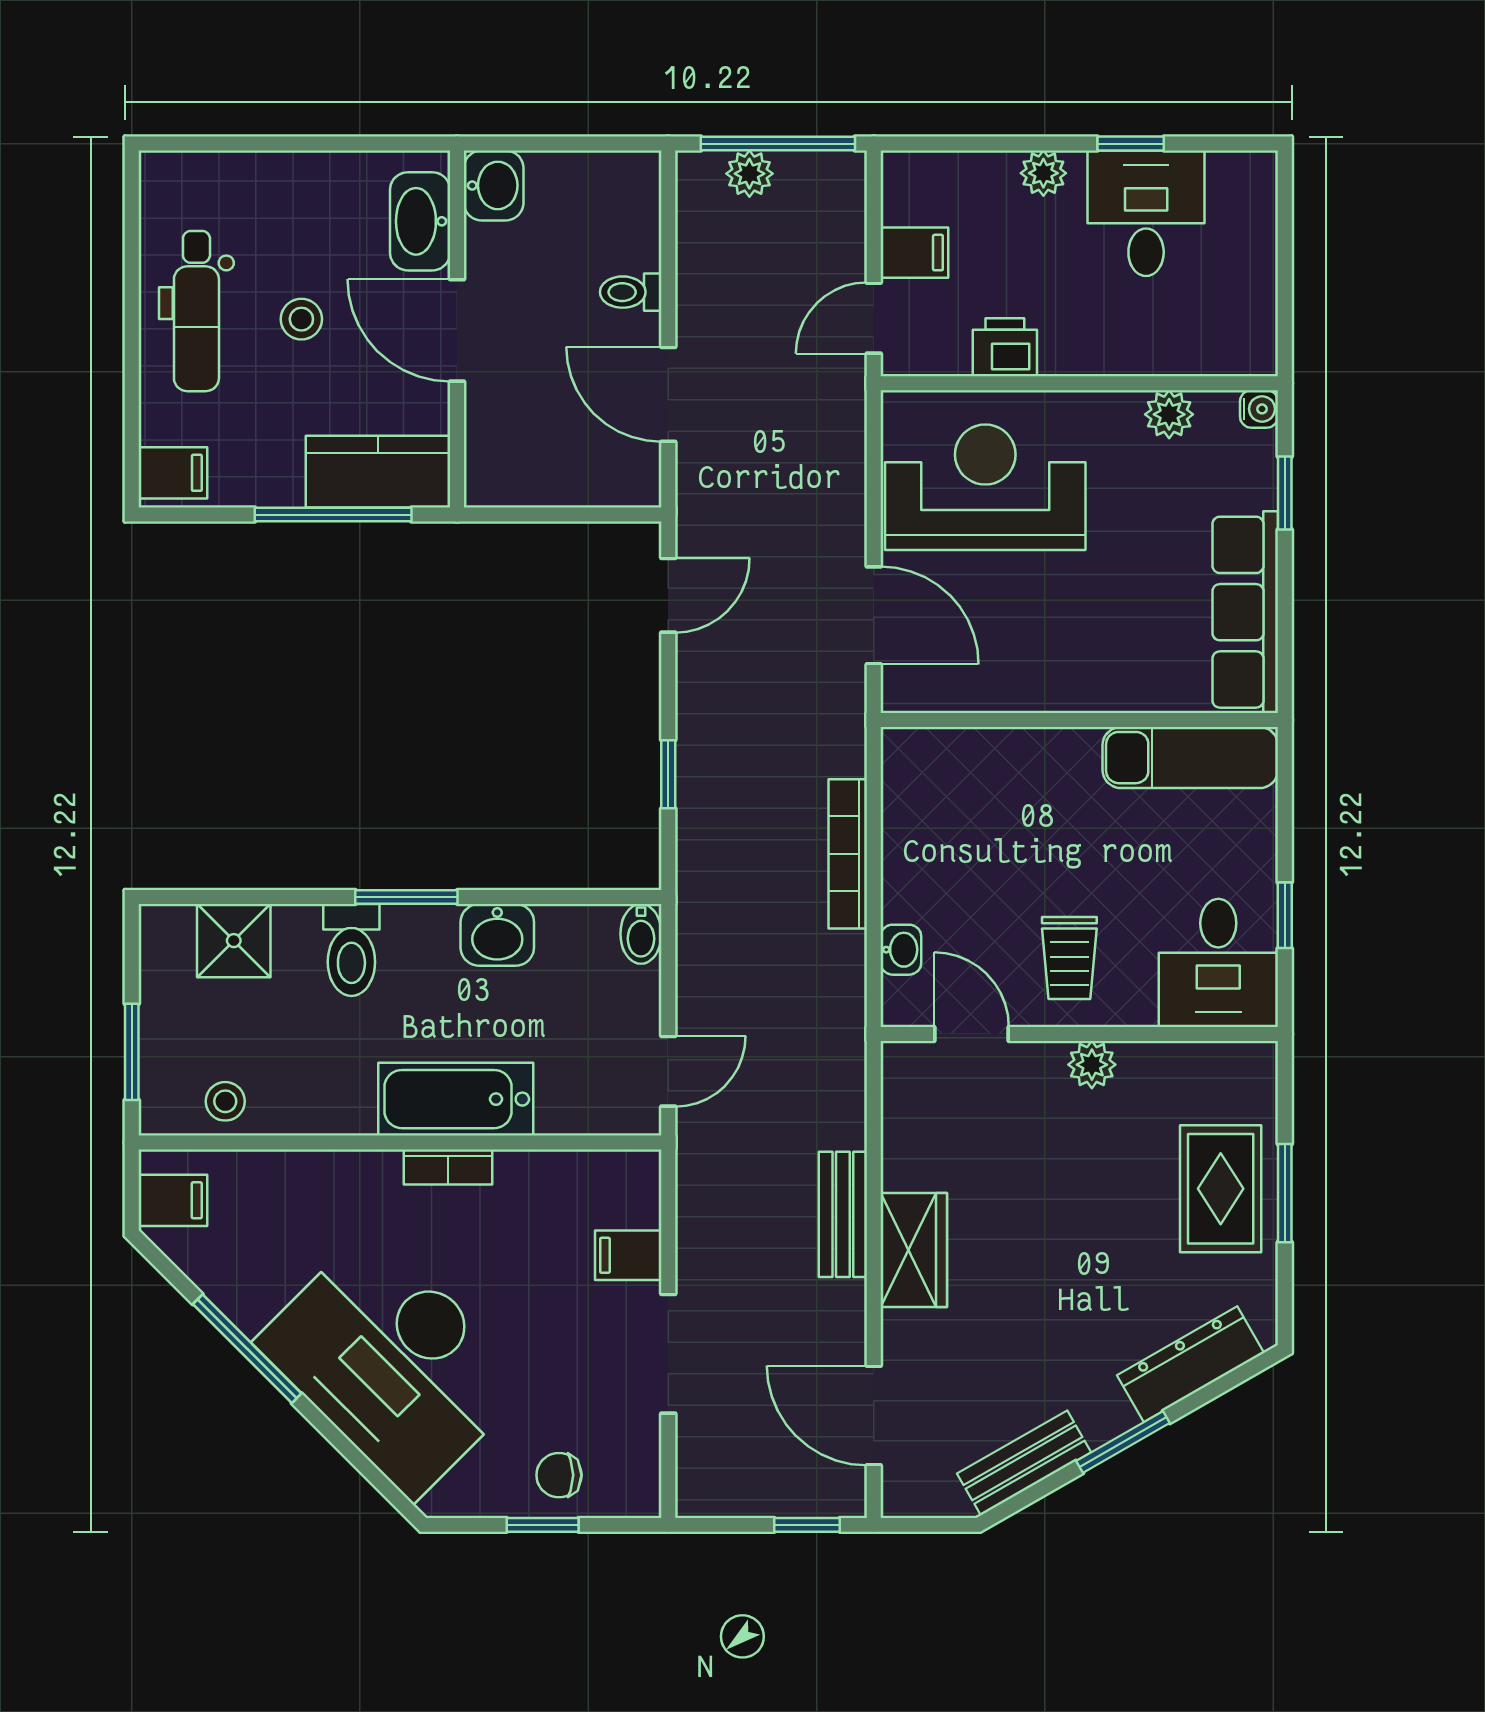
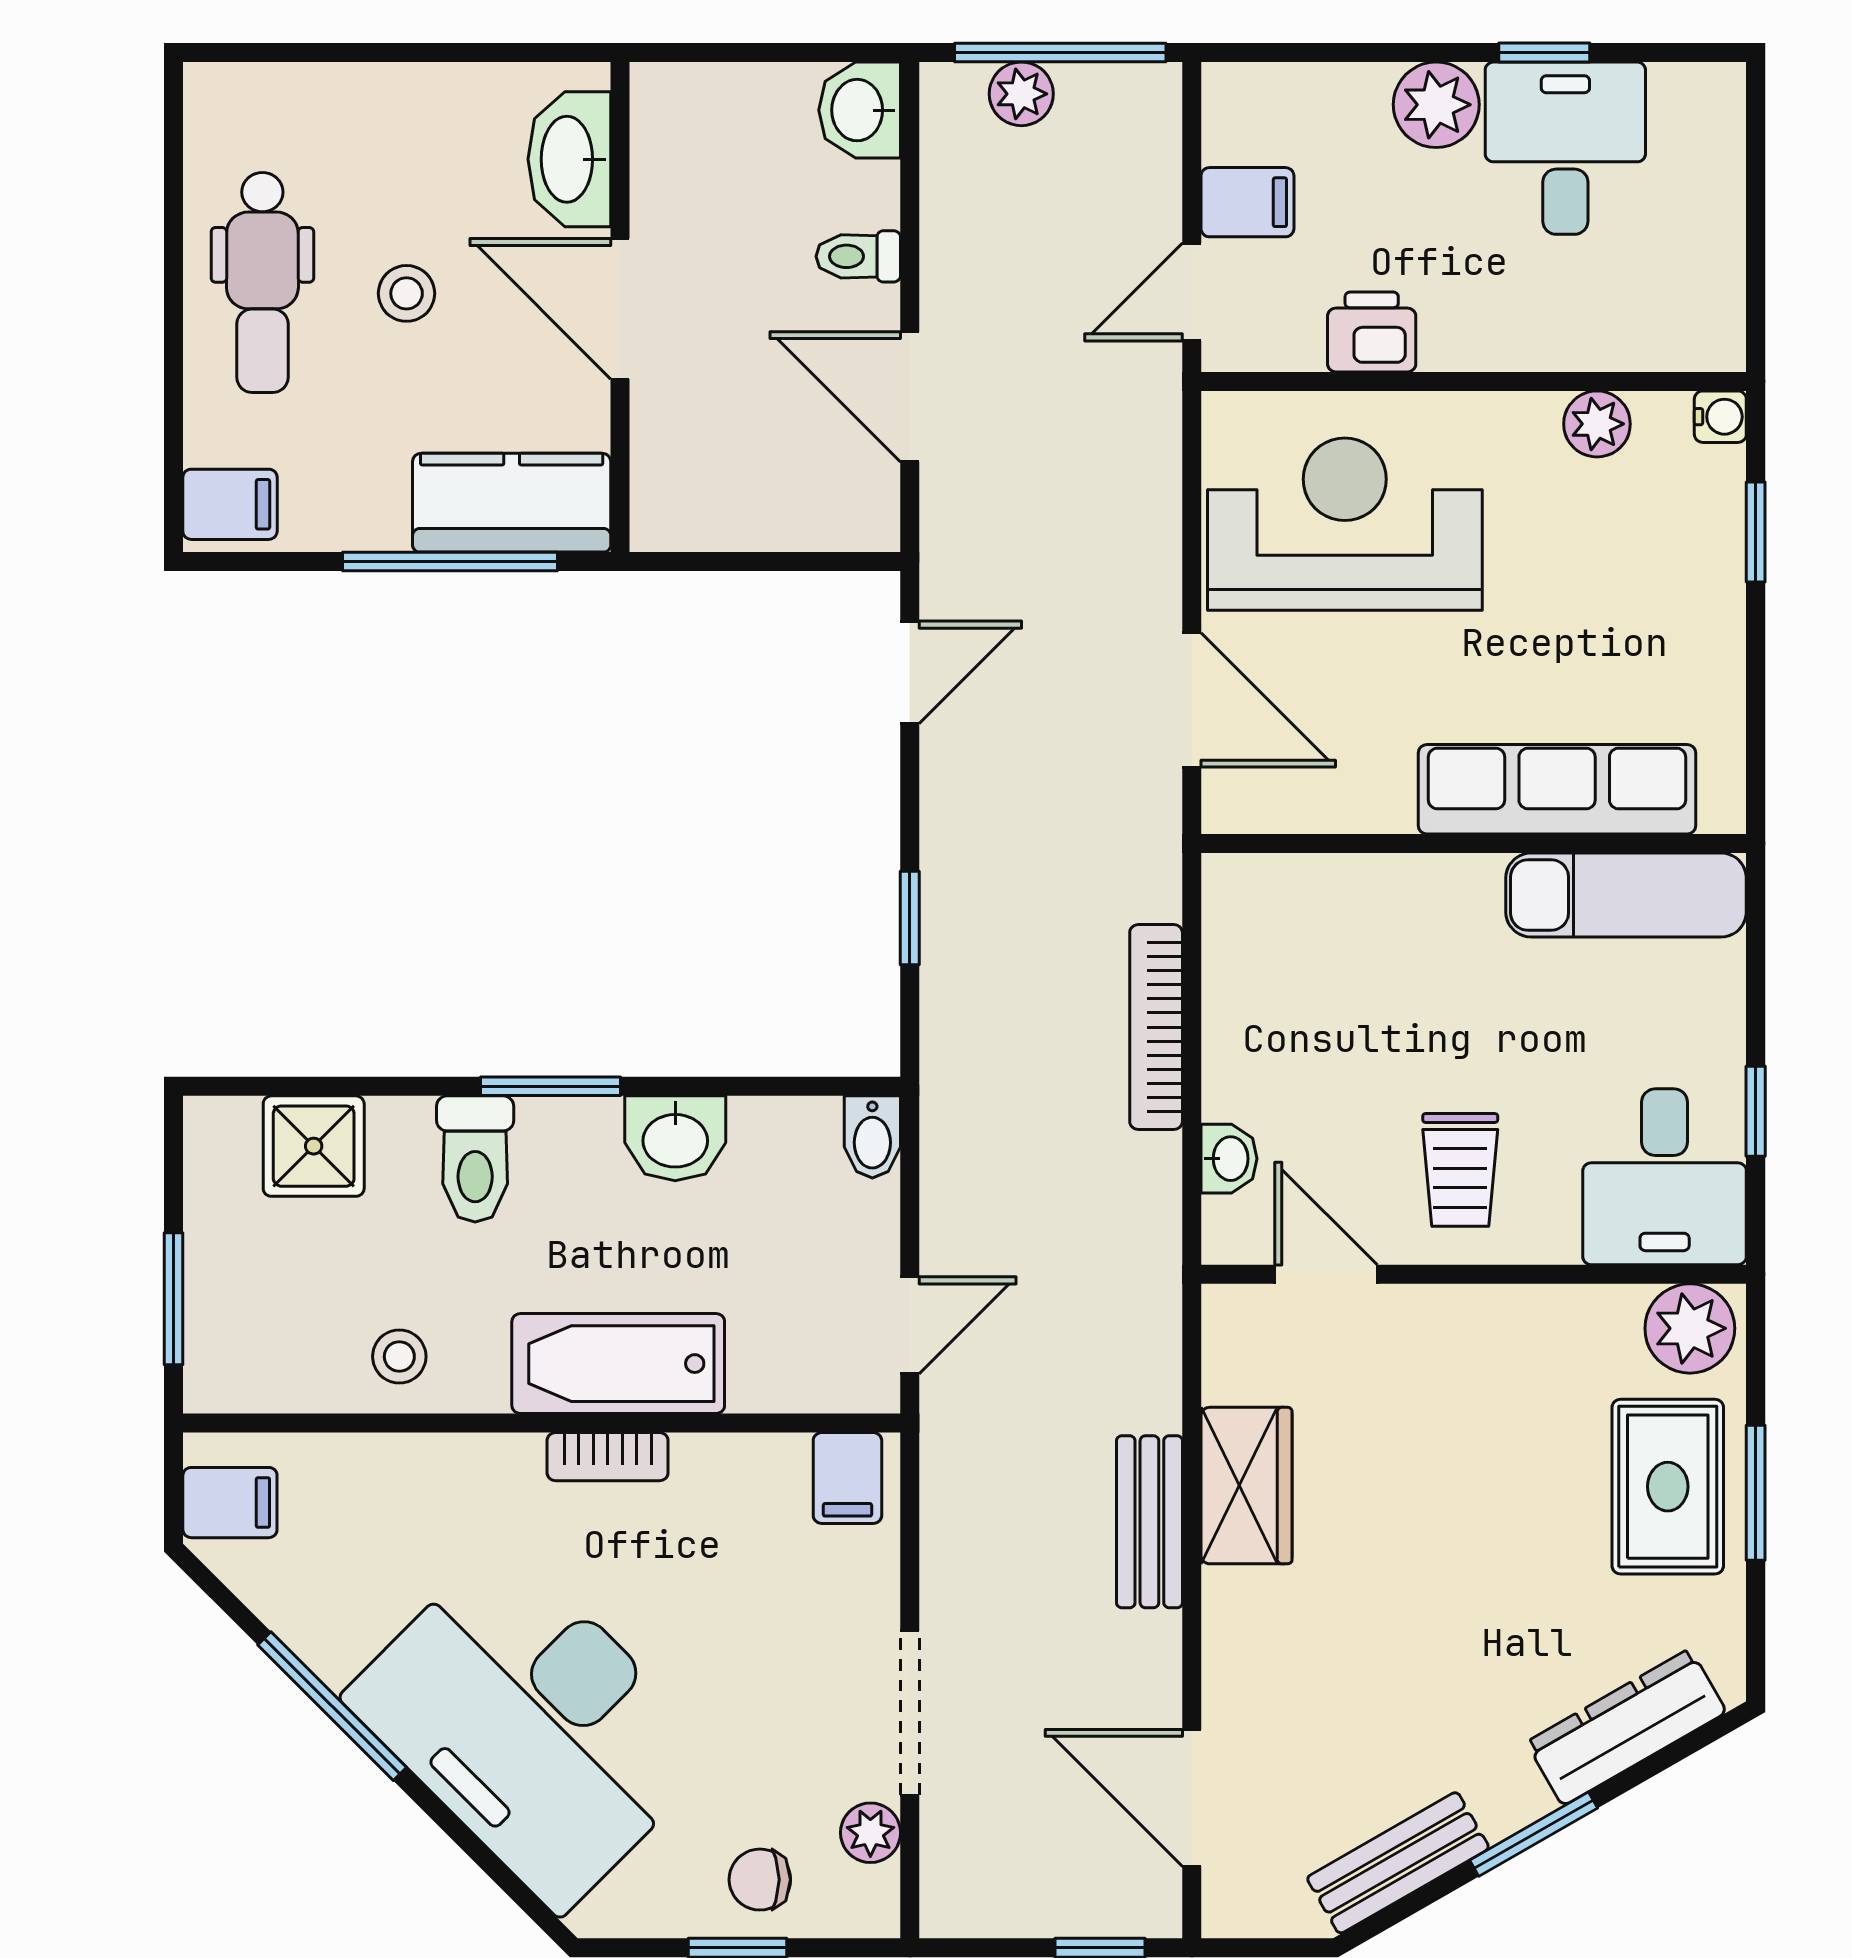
plant: (1043, 173) -> (1436, 105), width x1.38, depth x1.38
washbasin: (494, 185) -> (860, 110), moved, turned 180
row of seats: (1245, 612) -> (1557, 789), moved, turned 90
plant: (1092, 1065) -> (1690, 1328), moved, width x1.38, depth x1.38
stool: (225, 1101) -> (399, 1357), moved
wardrobe: (914, 1250) -> (1247, 1486), moved
filing cabinet: (628, 1255) -> (847, 1478), moved, turned -90
plant: (640, 1441) -> (870, 1833), added

